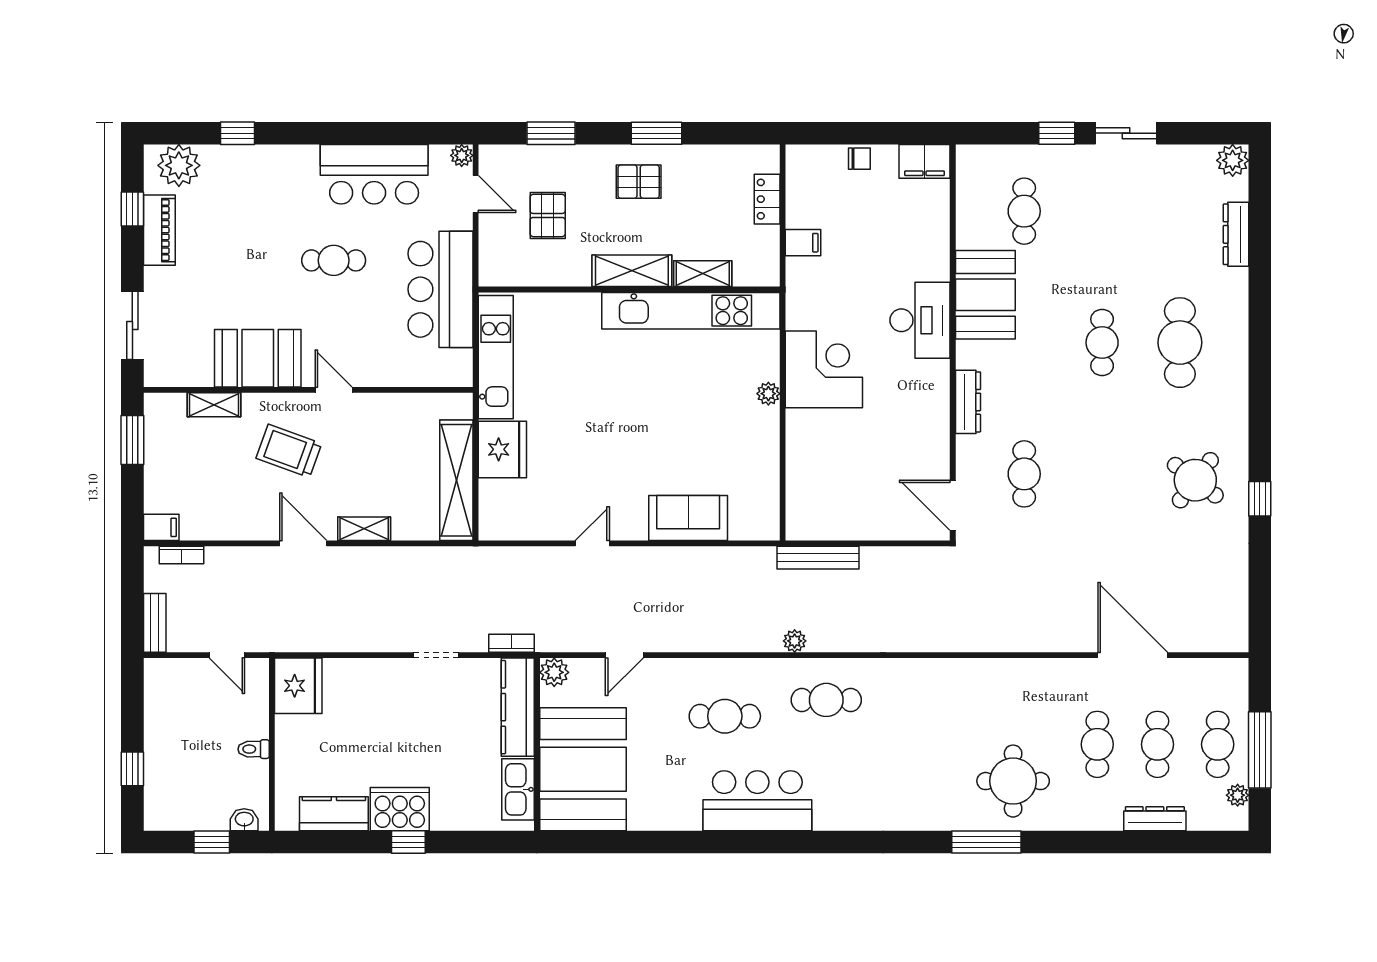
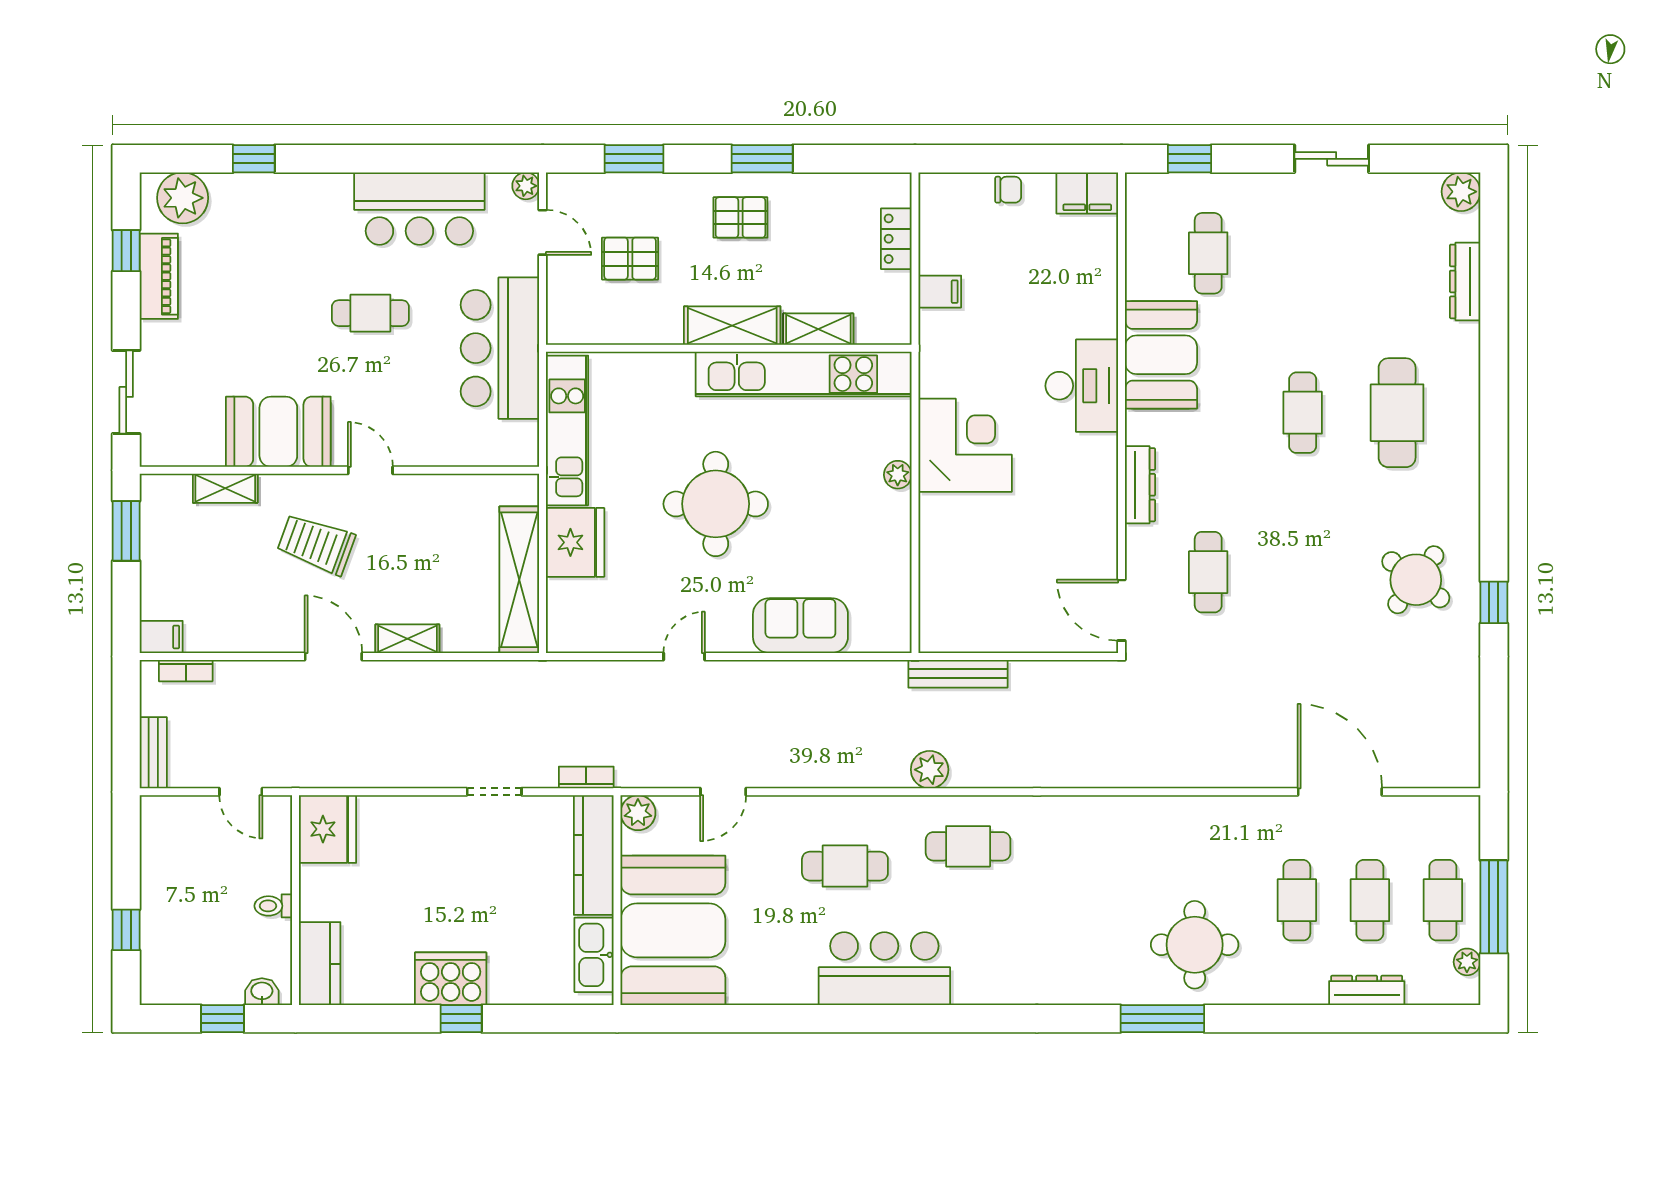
window: (1057, 133) -> (1190, 159), moved
pallet: (548, 215) -> (630, 259), turned 90
round table: (618, 418) -> (716, 504), added
plant: (795, 641) -> (930, 770), width x1.38, depth x1.38
kitchen counter: (334, 814) -> (320, 964), moved, turned 90

